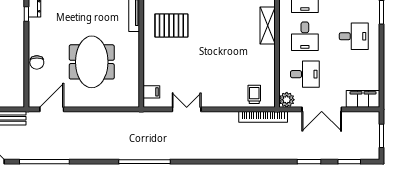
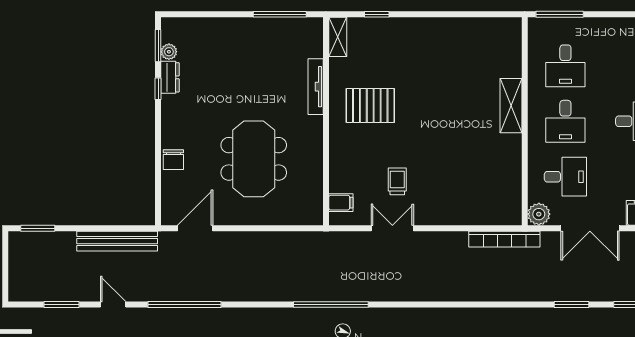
trolley: (254, 94) -> (397, 181), moved

